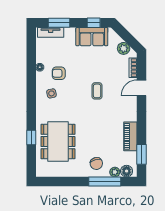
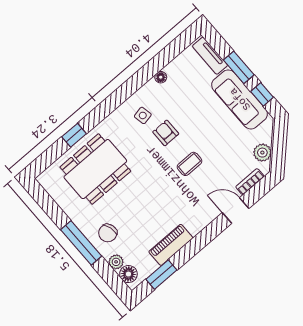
window: (59, 23) -> (239, 67), moved
sofa: (92, 37) -> (240, 99), width x1.36
armchair: (59, 73) -> (166, 133), moved
window: (105, 182) -> (81, 243), moved

